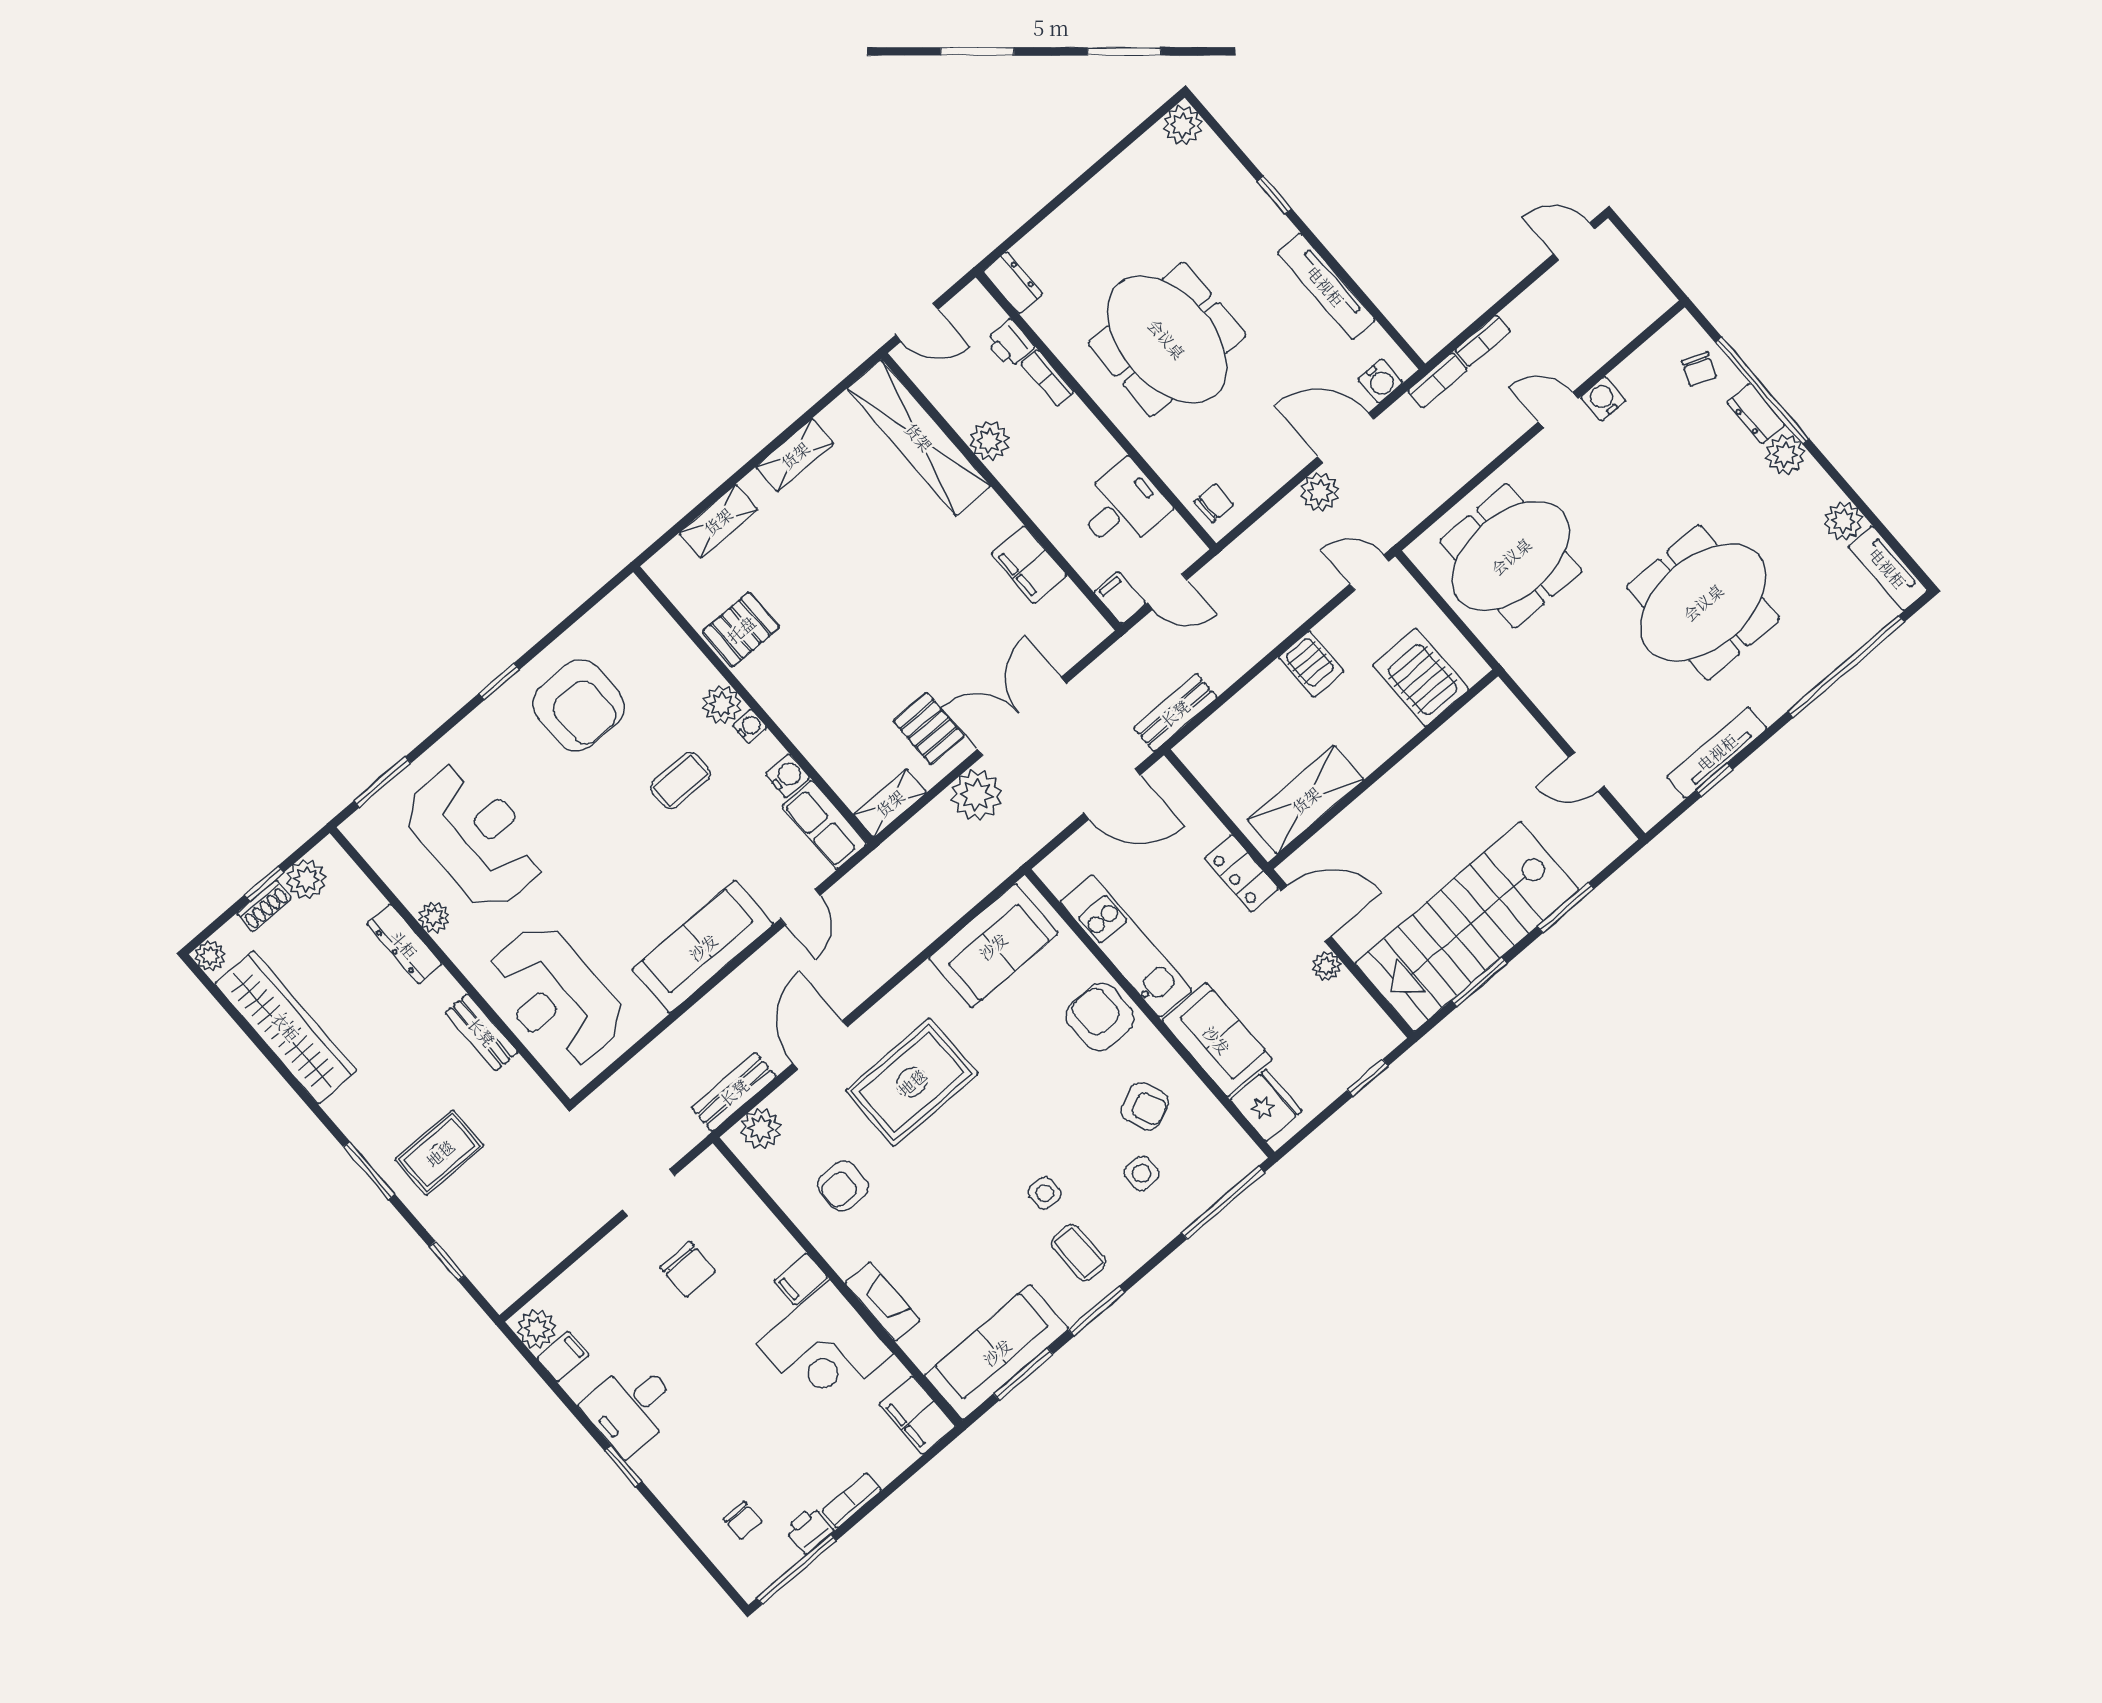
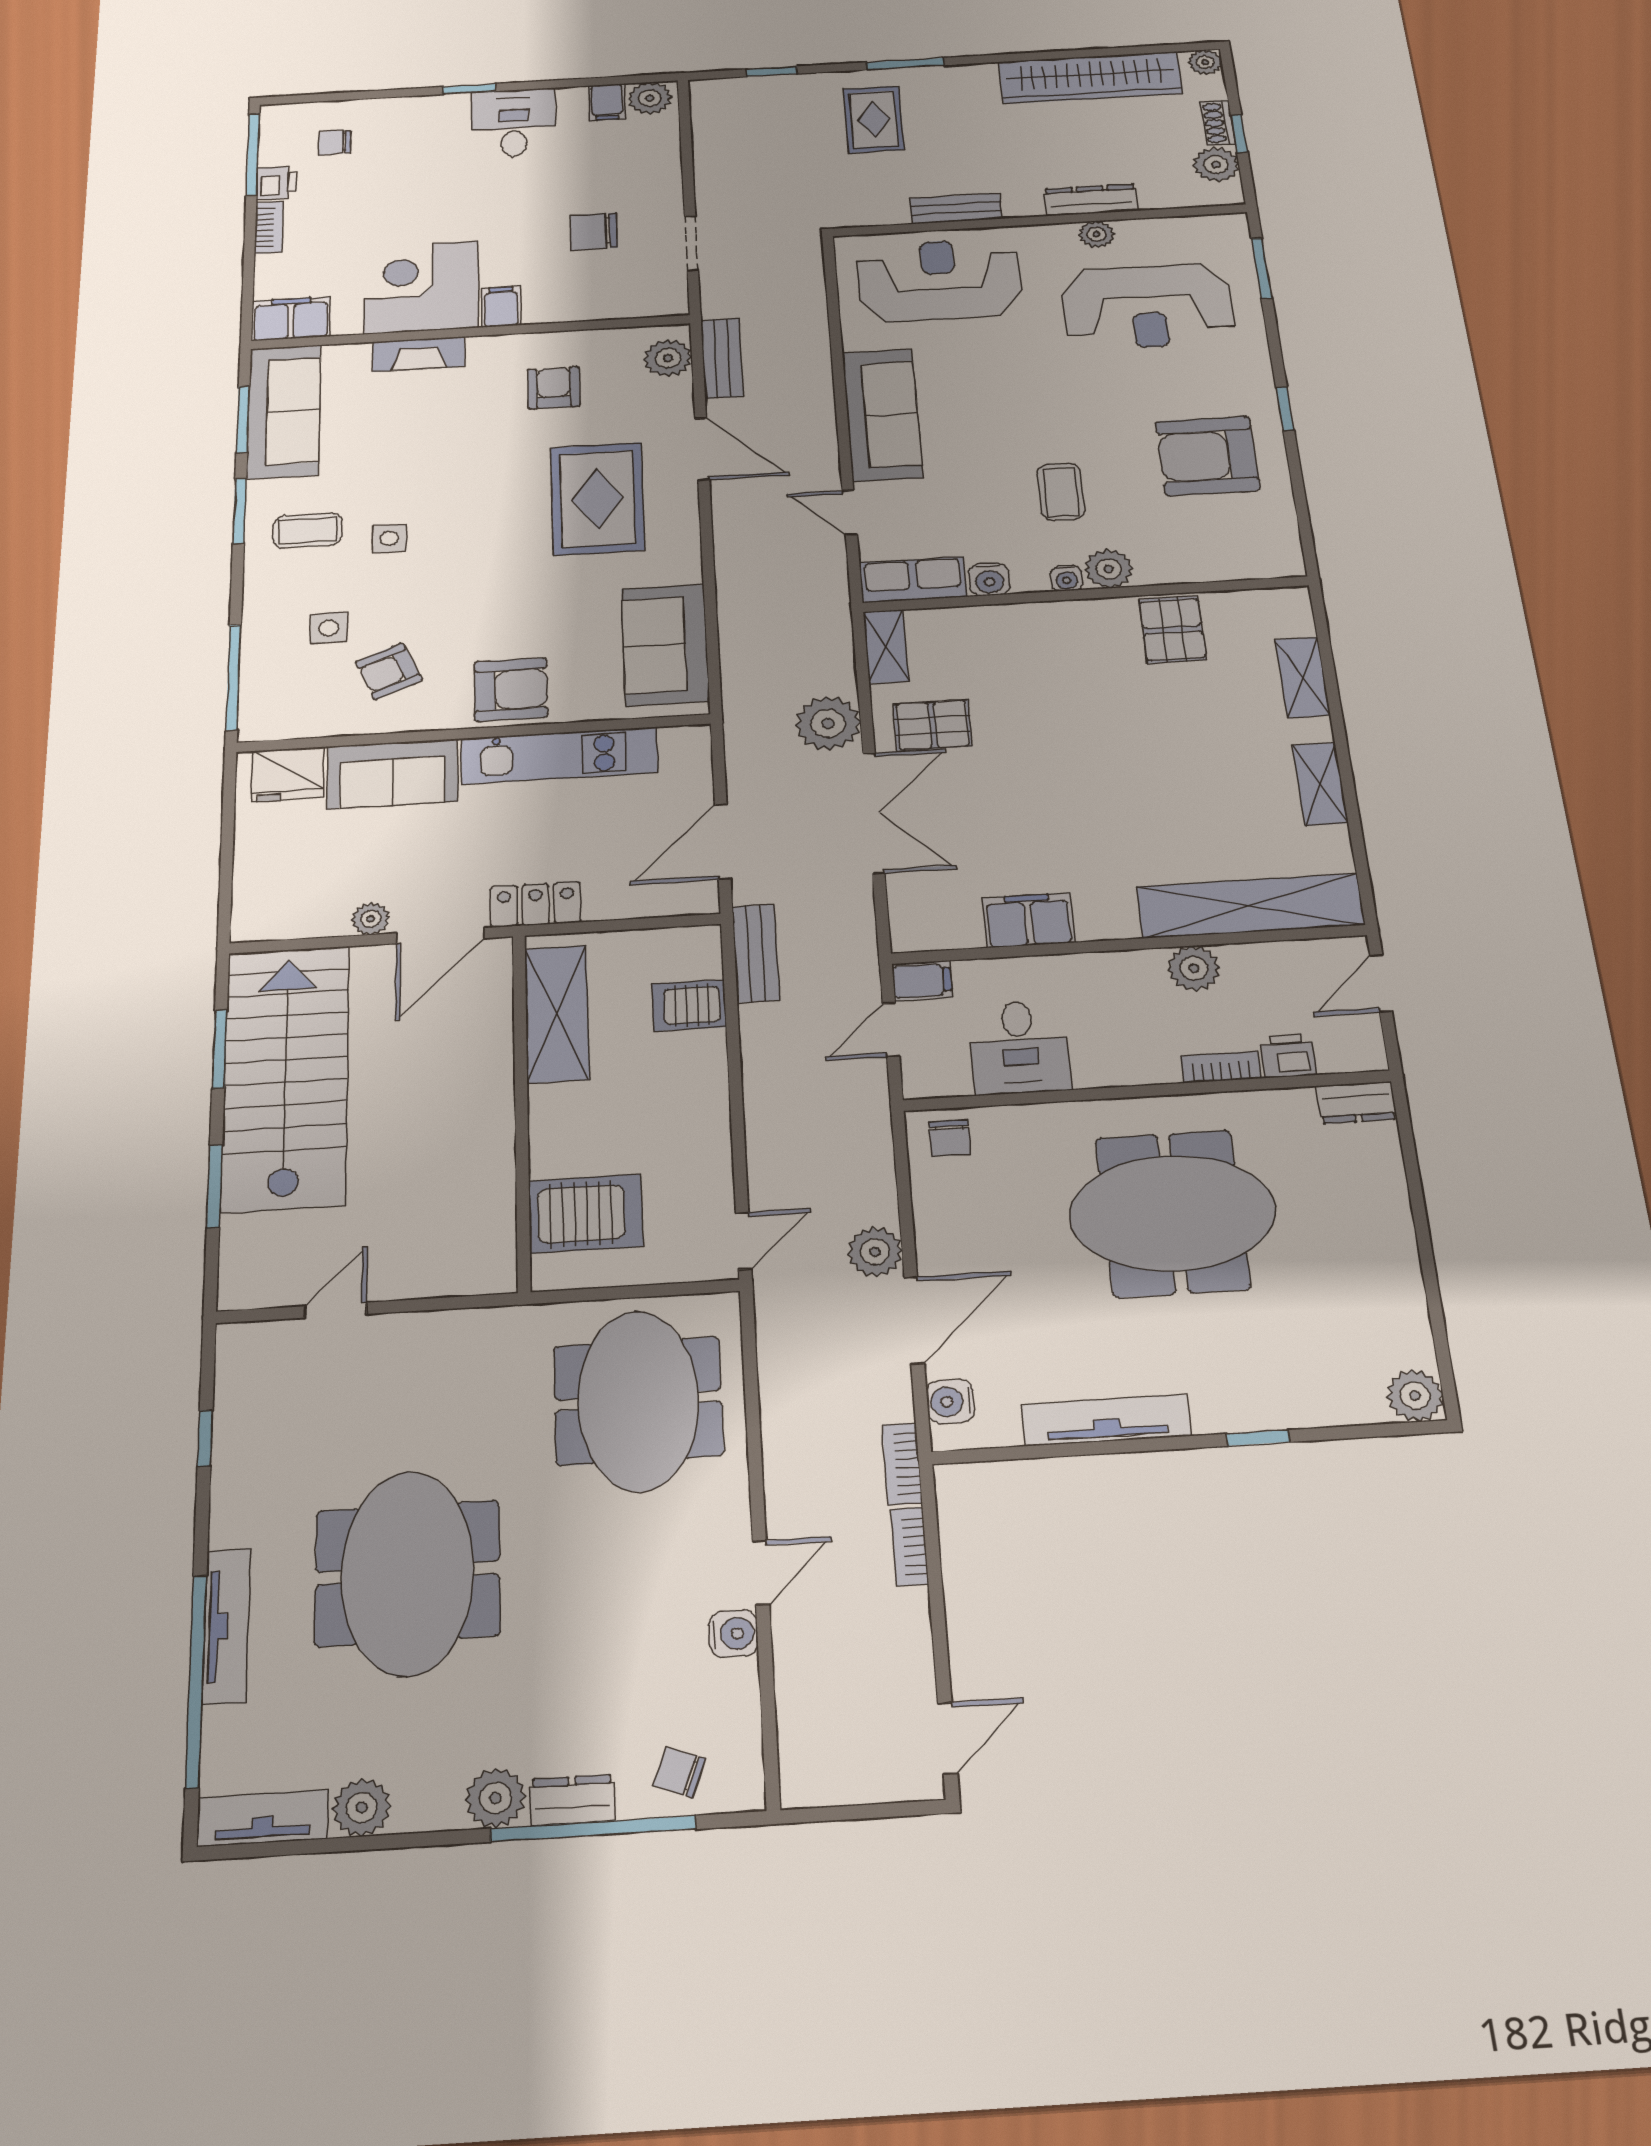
server rack: (1311, 664) -> (689, 1005), moved
tv unit: (1717, 752) -> (226, 1626), moved
window: (1368, 1078) -> (226, 881), removed

